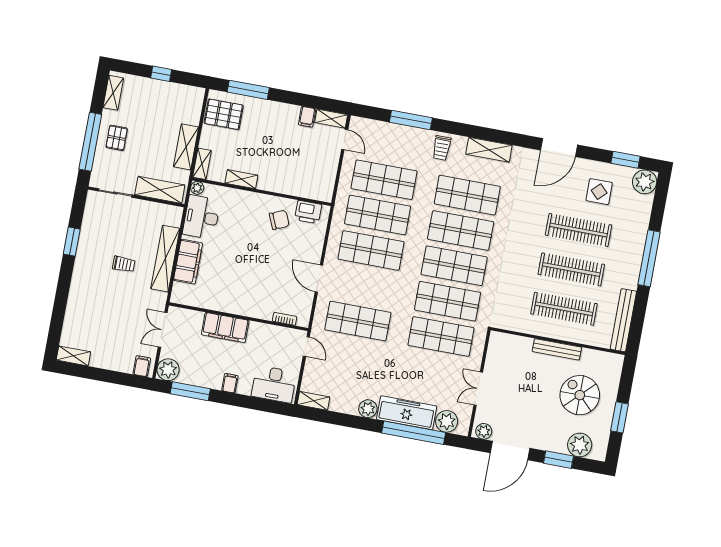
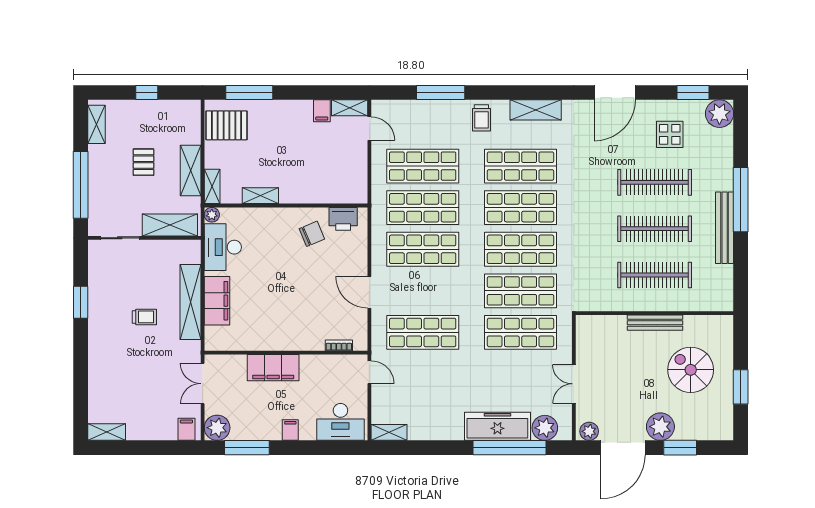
pallet: (117, 138) -> (143, 162), moved
bench: (623, 320) -> (725, 228), moved
plant: (368, 409) -> (453, 430), removed
plant: (580, 445) -> (660, 427), moved

